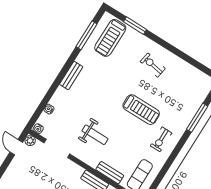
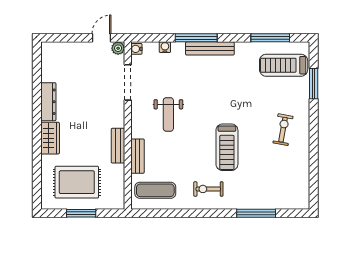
bench: (71, 76) -> (210, 48), width x1.36
window: (56, 84) -> (196, 38), added

